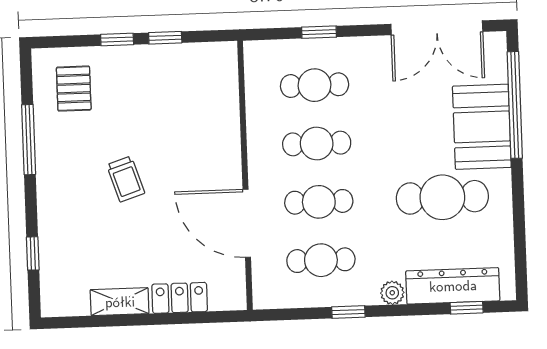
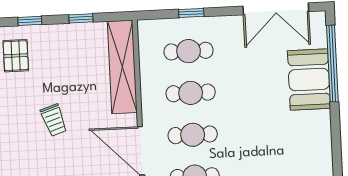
window: (117, 40) -> (30, 21), moved
shelving: (222, 106) -> (122, 67), added
cafe table: (442, 197) -> (281, 130), removed

